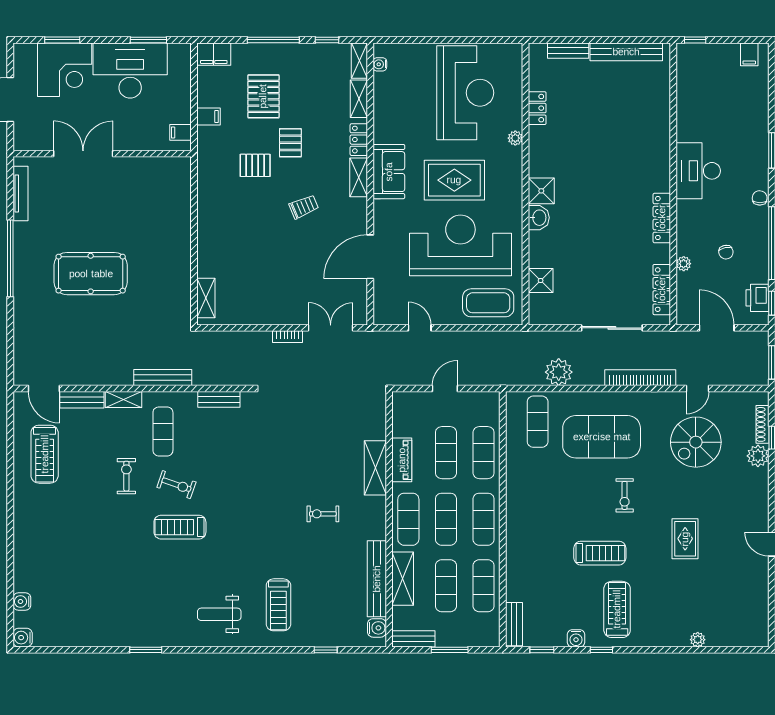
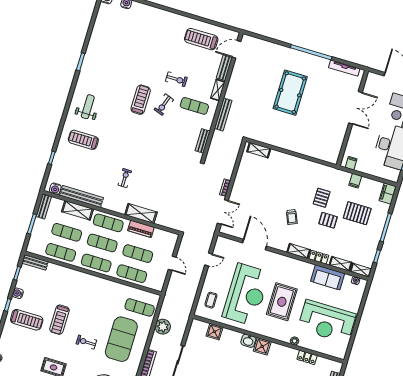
sofa: (389, 172) -> (328, 277), moved
coffee table: (488, 303) -> (211, 300), width x0.54, depth x0.58

